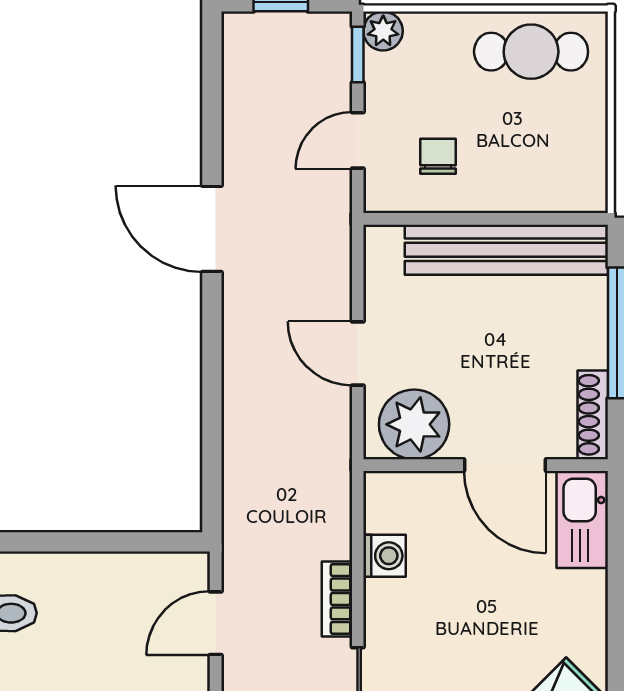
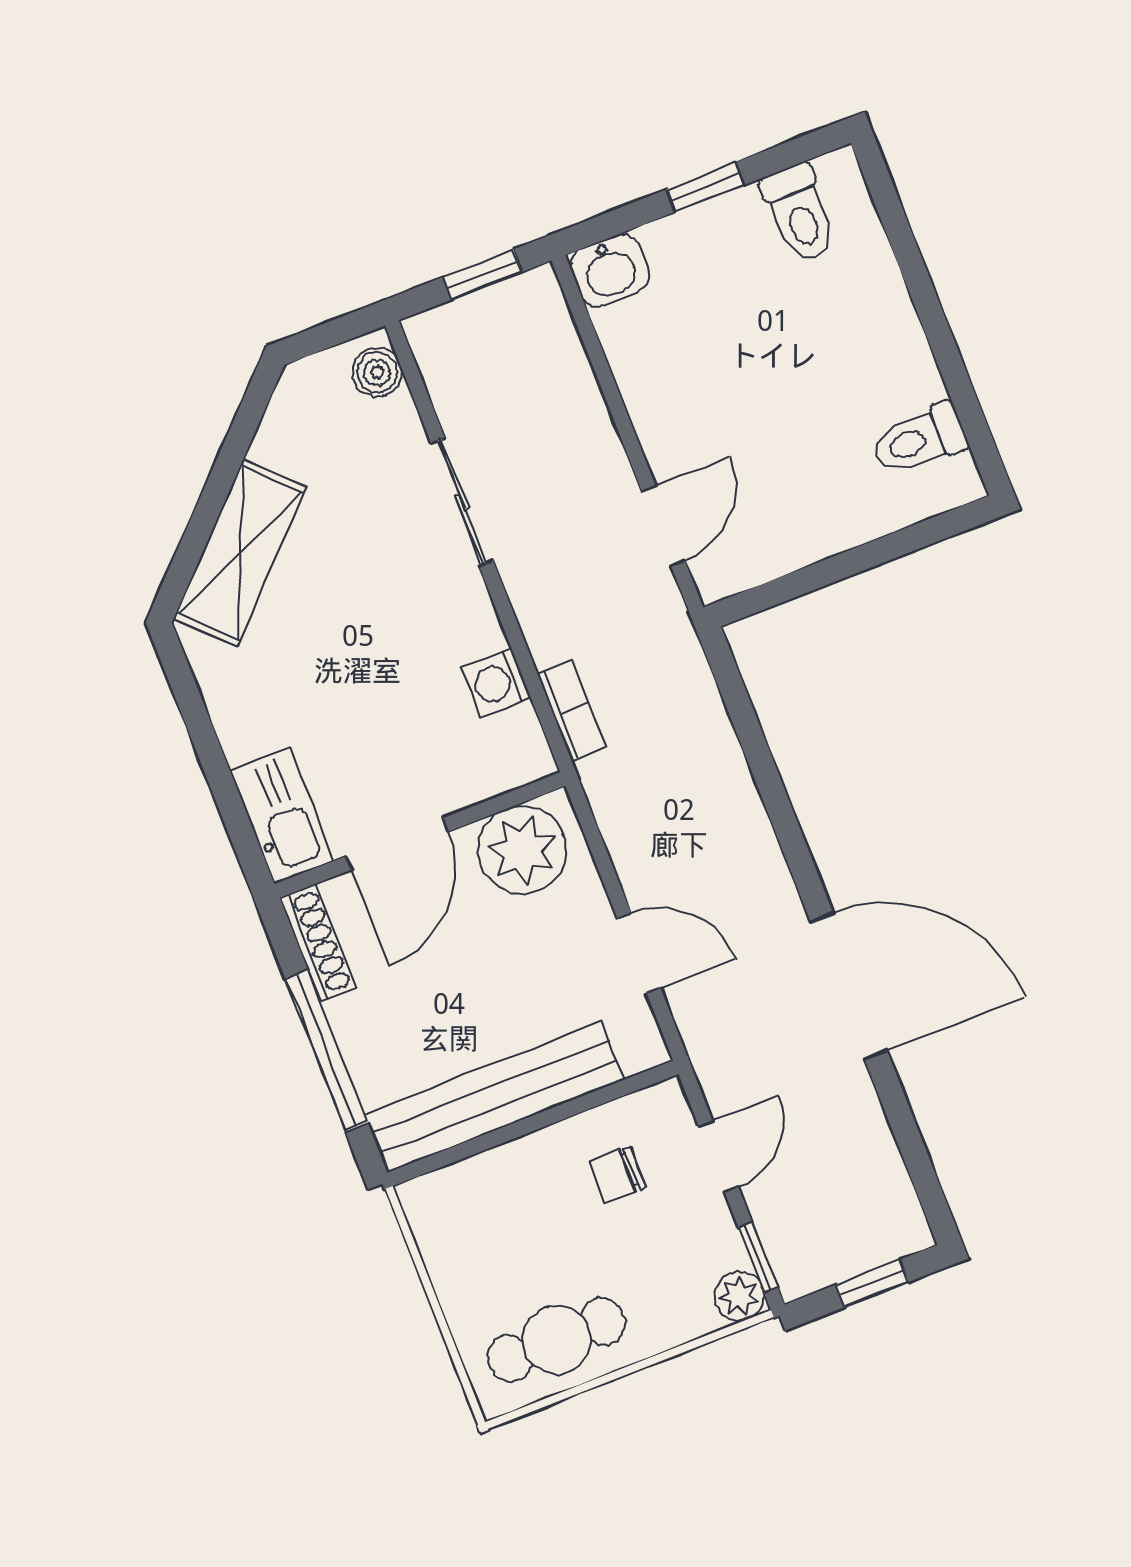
chair: (438, 156) -> (617, 1175), turned 90
door: (212, 229) -> (849, 986), width x1.36
door: (358, 353) -> (639, 953), moved
door: (505, 465) -> (397, 844), swing flipped
bookcase: (337, 599) -> (572, 710), moved

